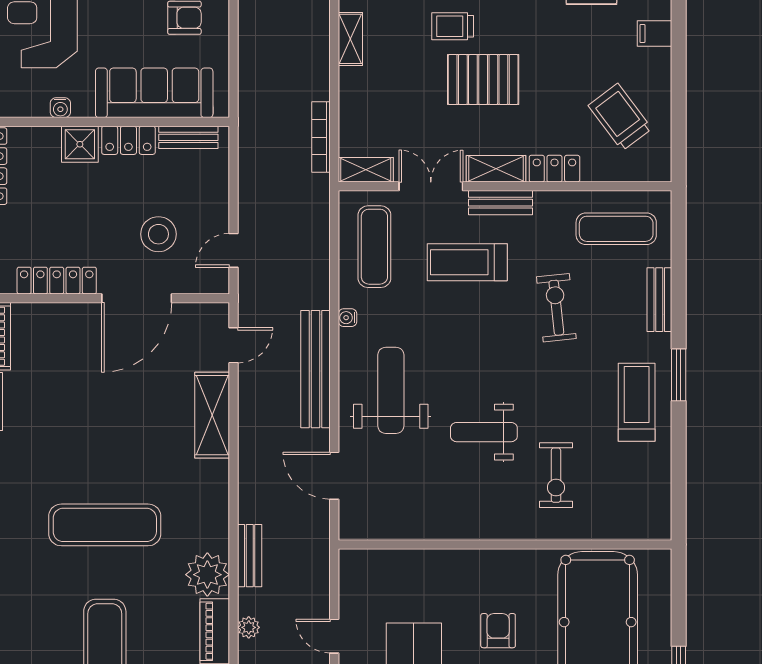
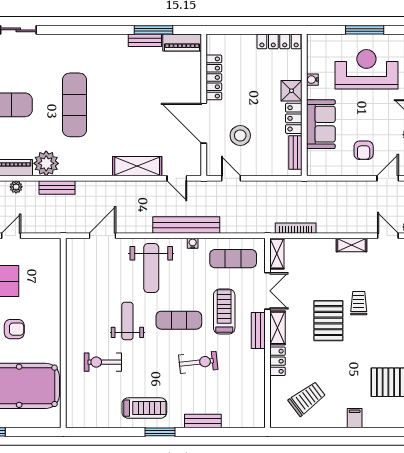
sofa: (154, 93) -> (321, 124), width x0.73
exercise mat: (616, 229) -> (179, 320), moved, turned 90
bench: (315, 369) -> (186, 225), moved
weight bench: (391, 390) -> (151, 268), turned 90

